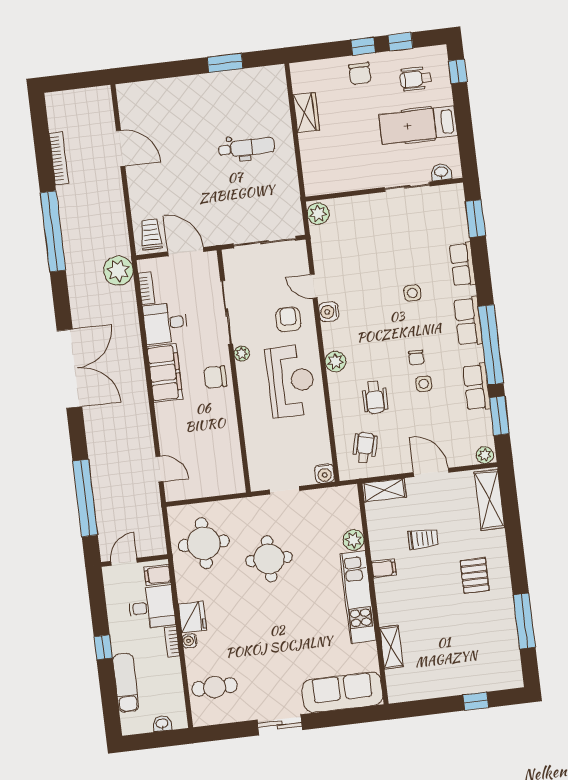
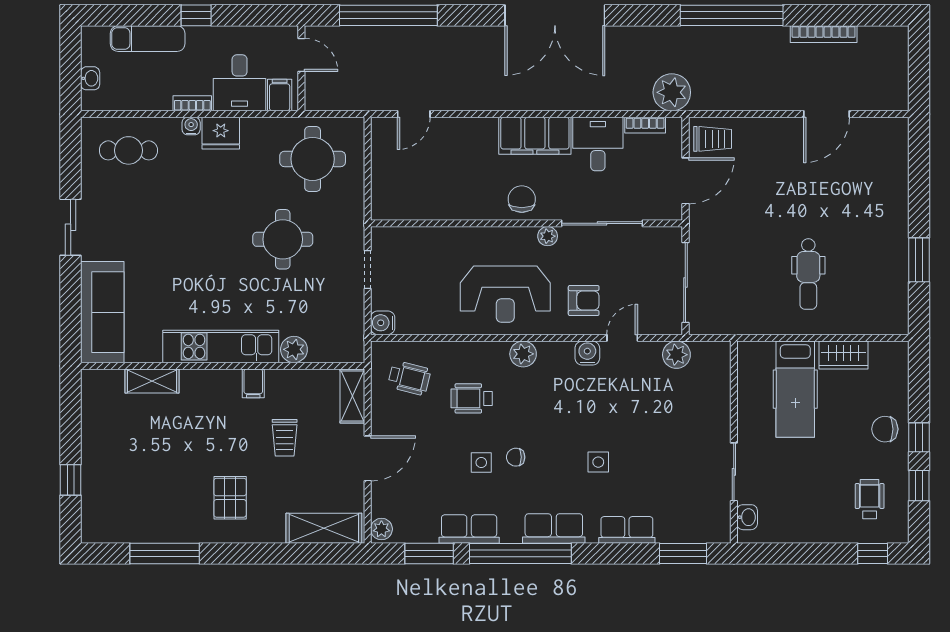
hospital bed: (418, 125) -> (795, 389), moved, turned 180
plant: (318, 214) -> (676, 355), moved
pallet: (475, 576) -> (230, 498), turned 90
cafe table: (214, 687) -> (128, 150), turned 90

